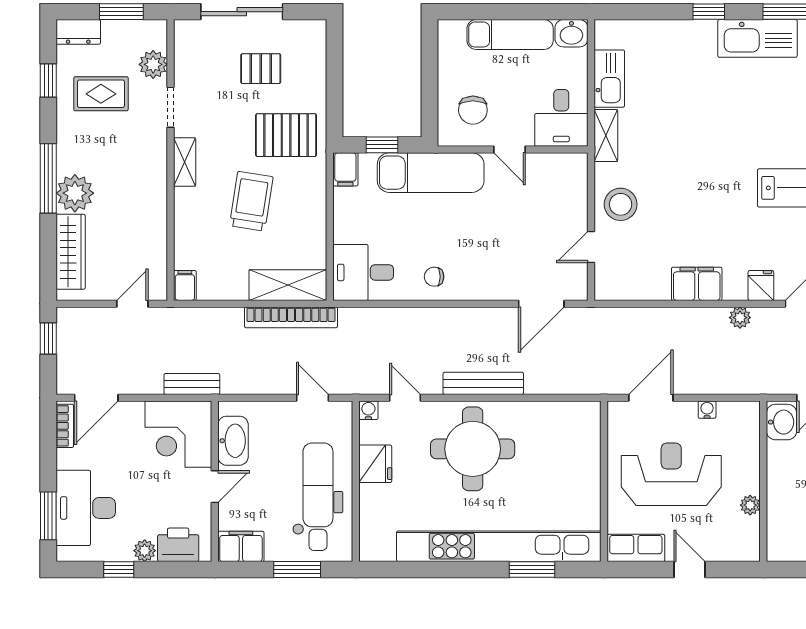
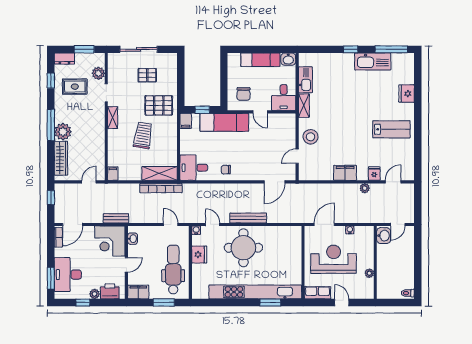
washbasin: (233, 441) -> (133, 239), width x0.52, depth x0.69

